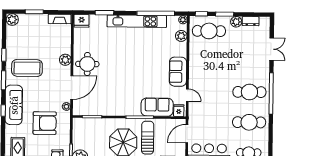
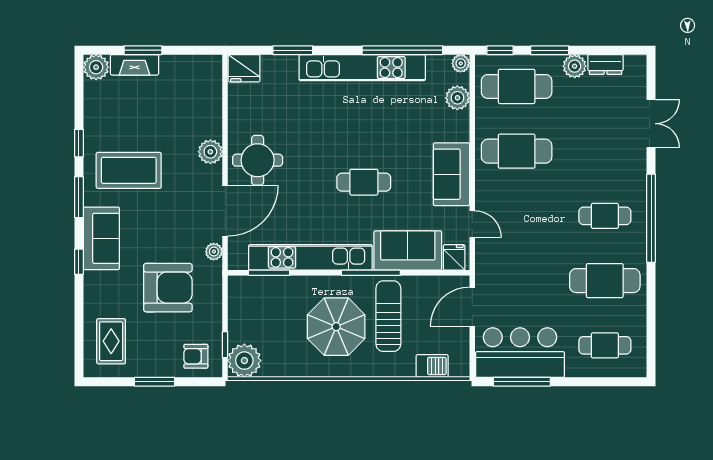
fireplace: (60, 19) -> (135, 65), moved
cafe table: (209, 61) -> (517, 151), added
cafe table: (137, 75) -> (364, 182), added
cafe table: (249, 92) -> (605, 216), width x0.73, depth x0.74
sofa: (14, 105) -> (101, 238), width x0.73
kitchen unit: (111, 110) -> (310, 257), added

